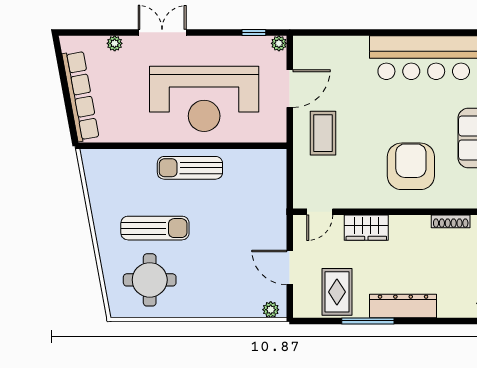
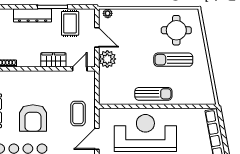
armchair: (411, 166) -> (33, 118), moved
plant: (271, 229) -> (107, 59), added

